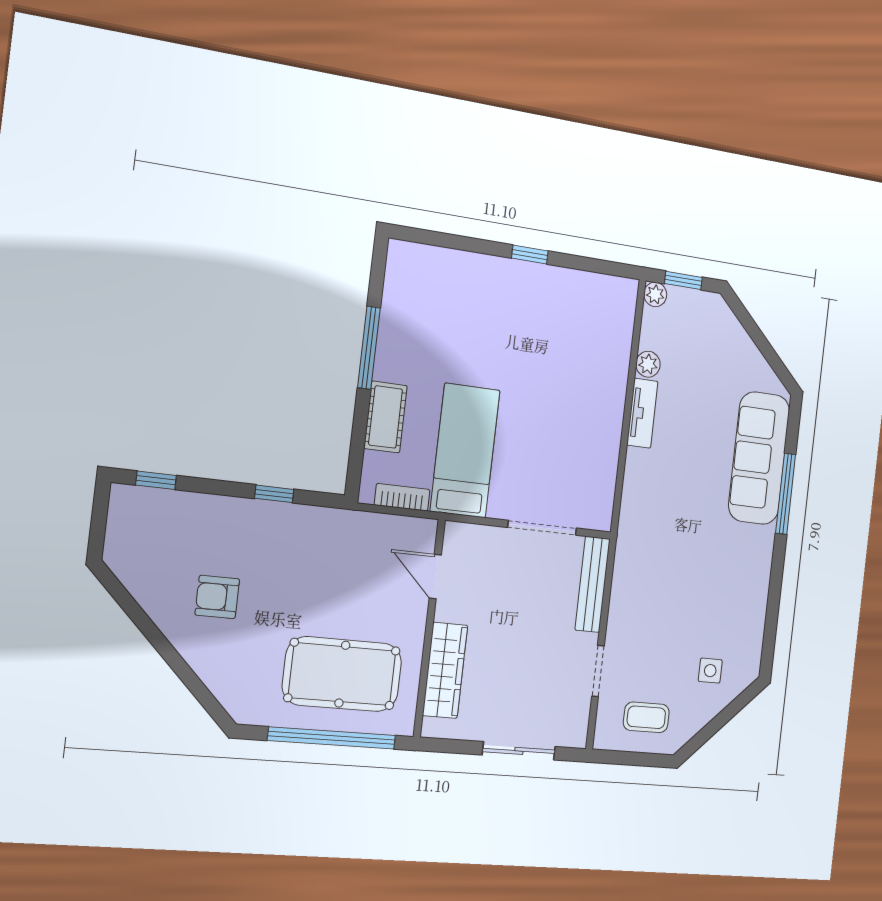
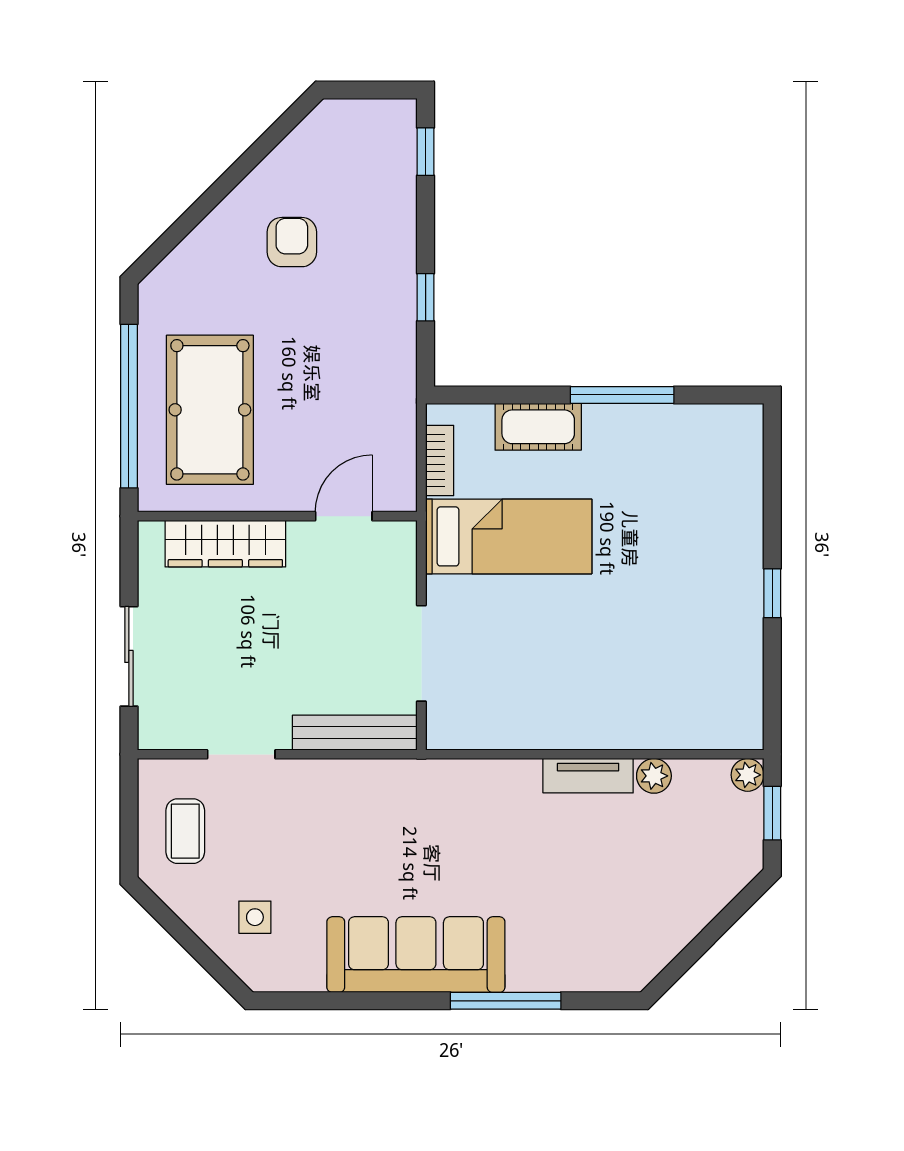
sofa: (759, 458) -> (416, 955), moved

